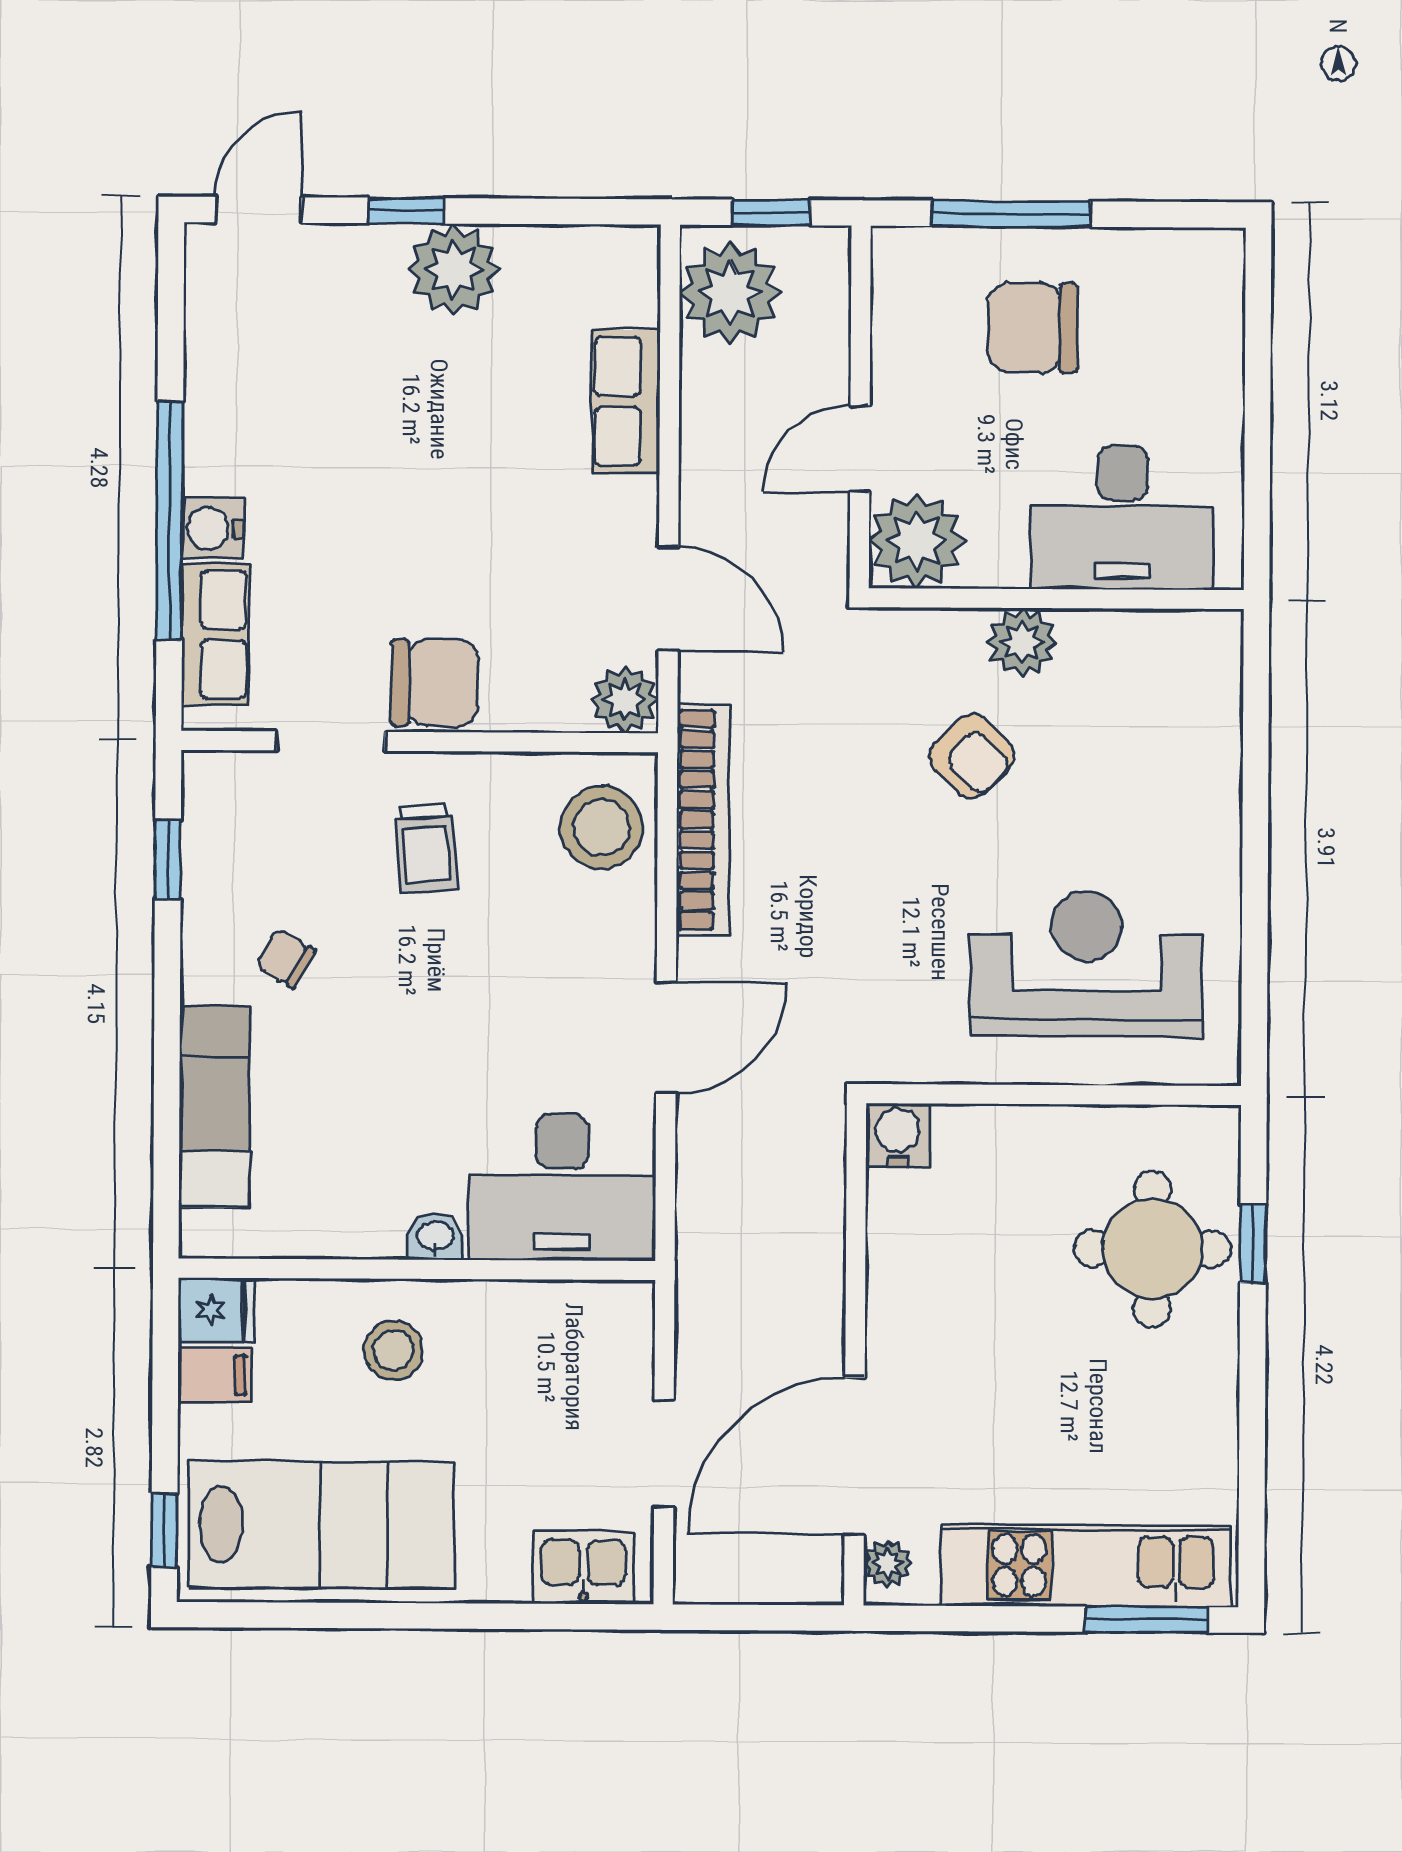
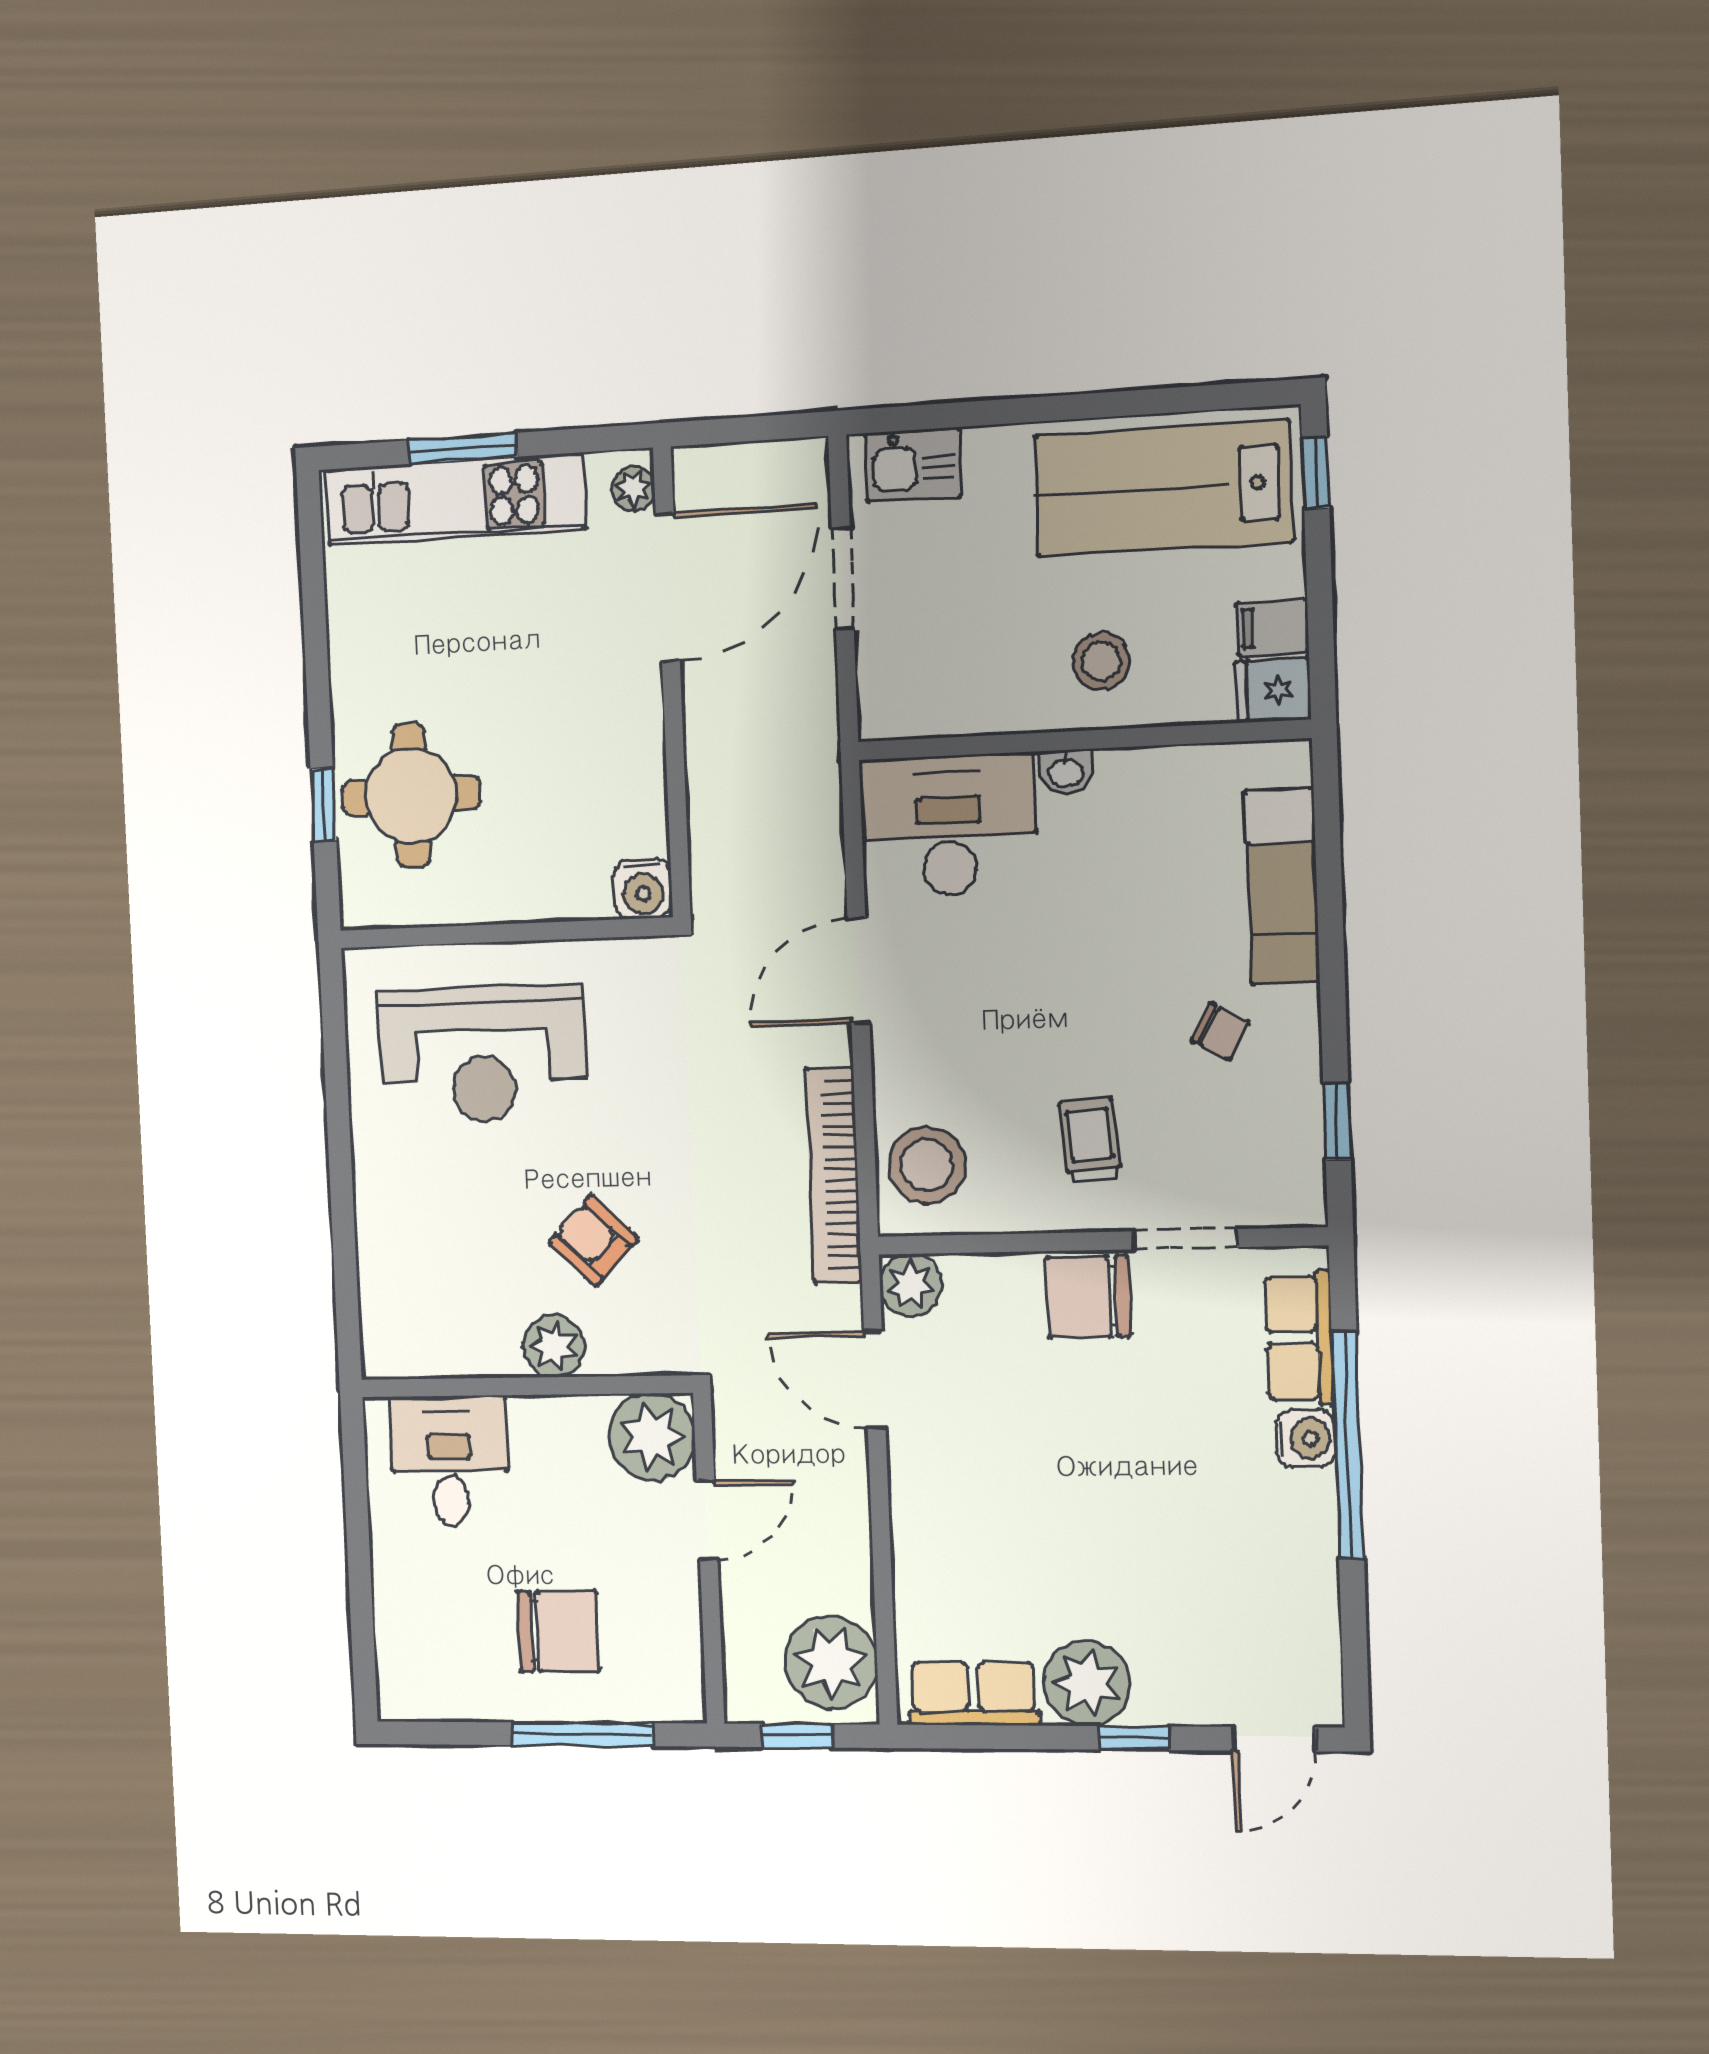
row of seats: (626, 401) -> (974, 1694), moved, turned -90
desk: (1122, 518) -> (450, 1461), width x0.73
window: (1146, 1620) -> (462, 448), moved

